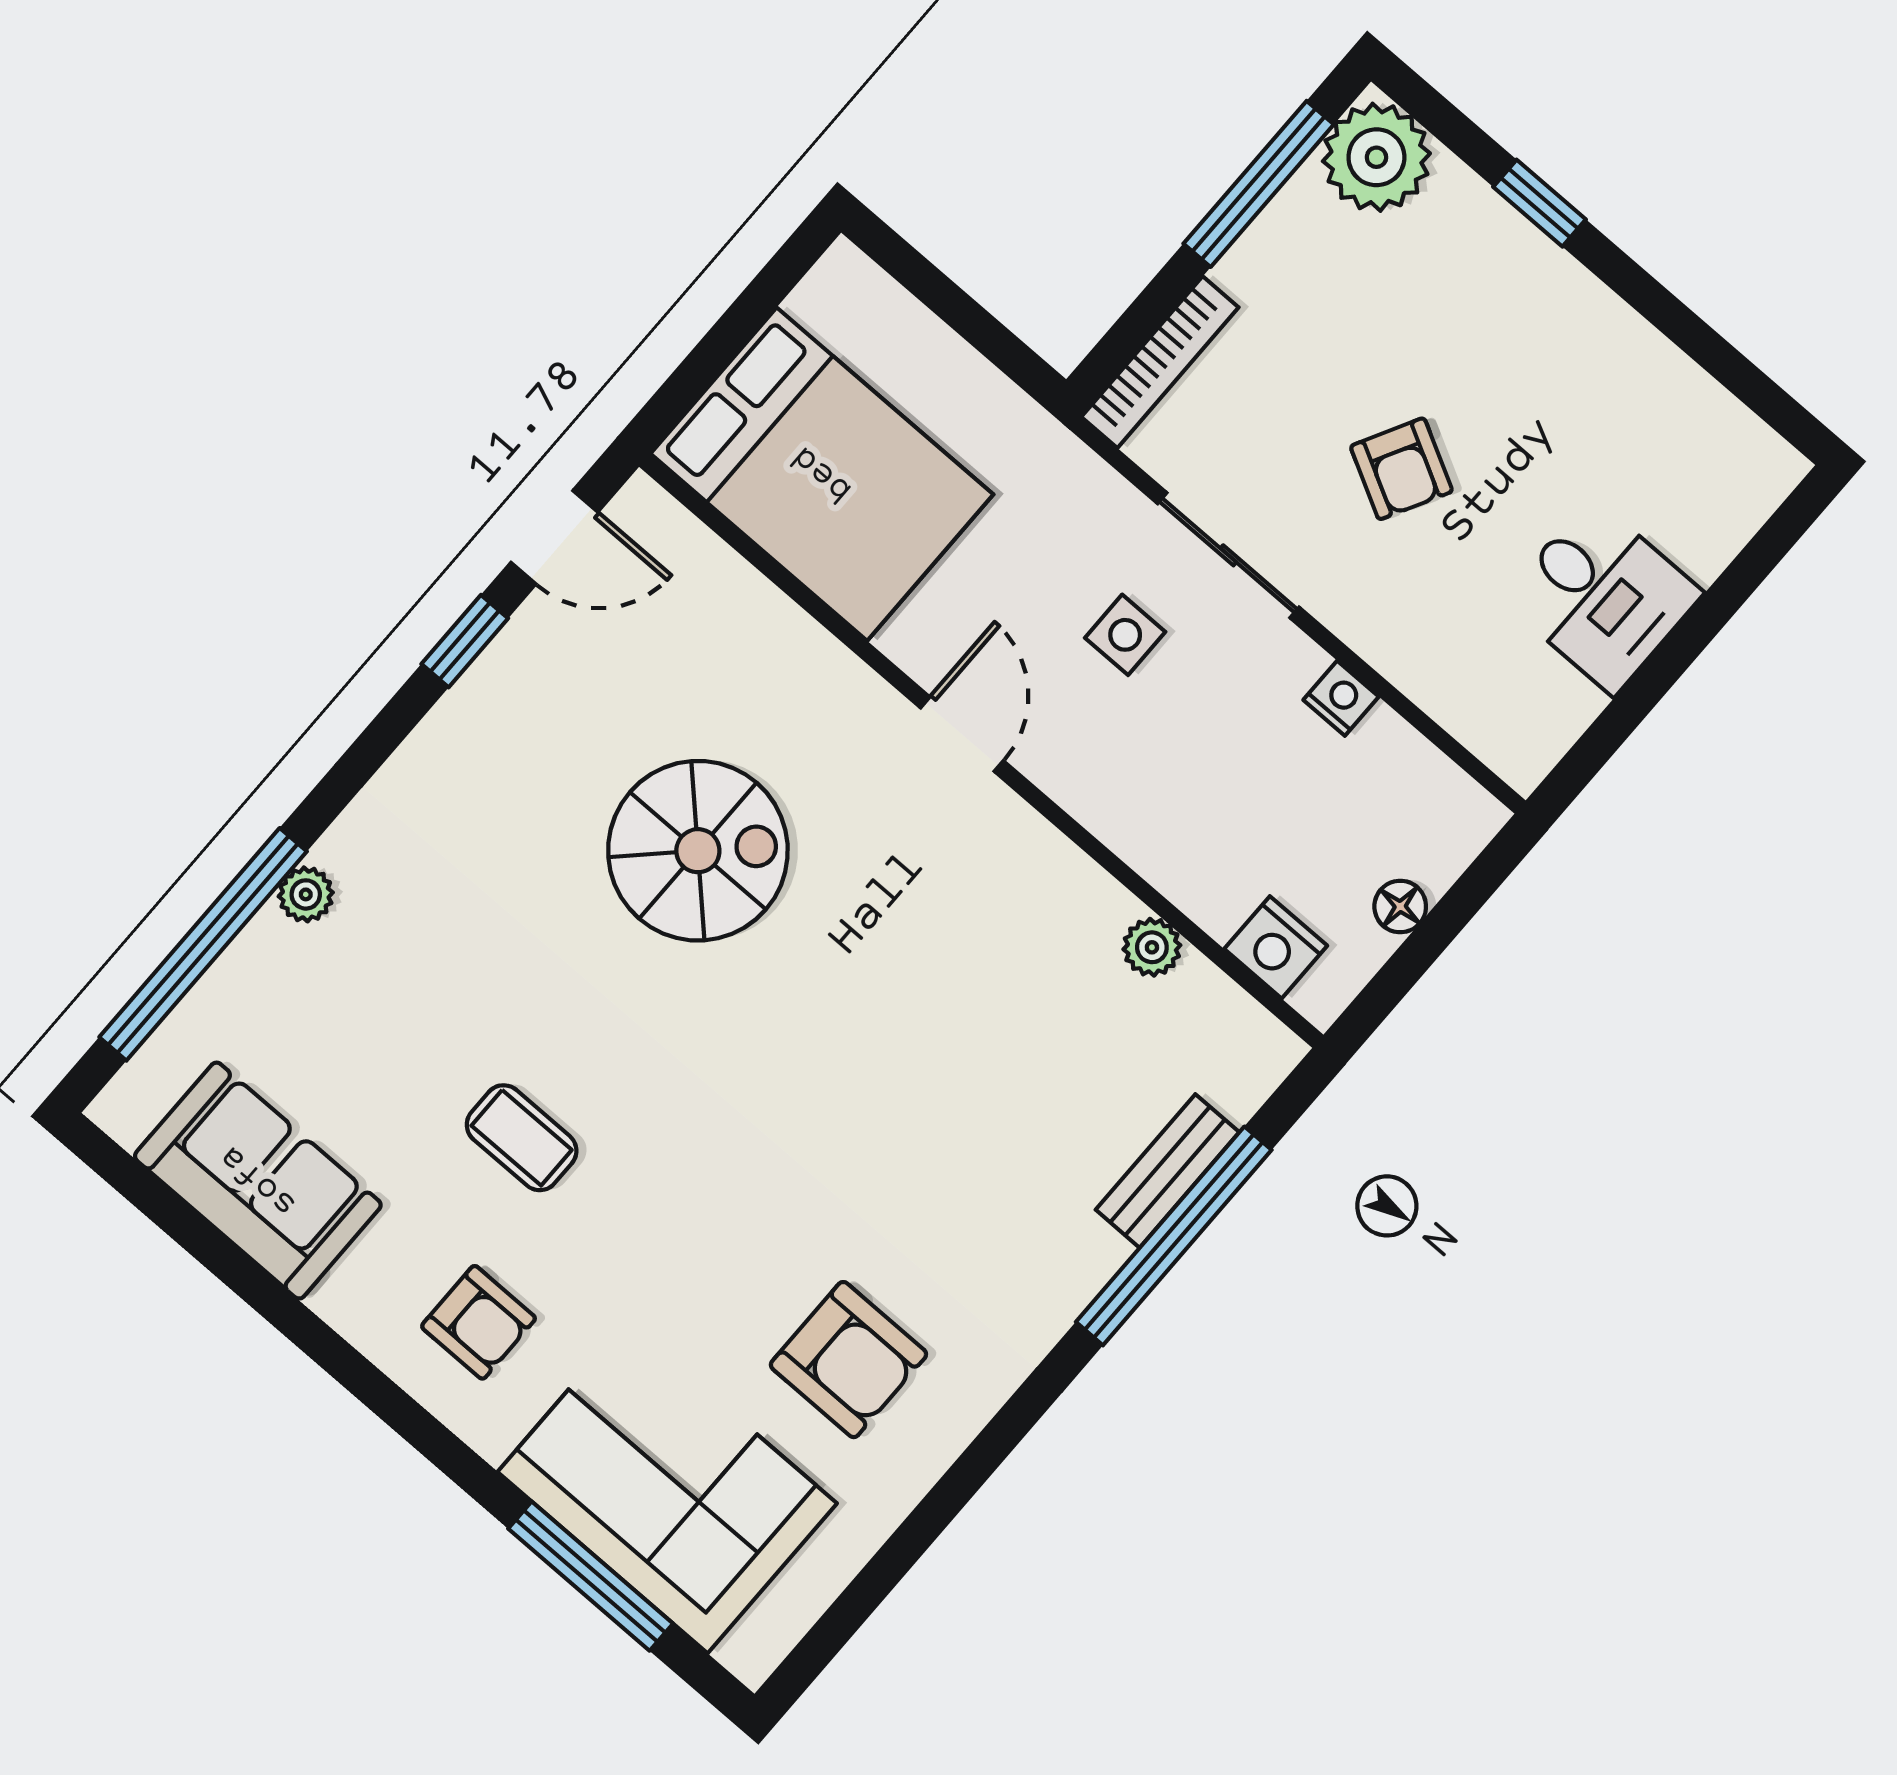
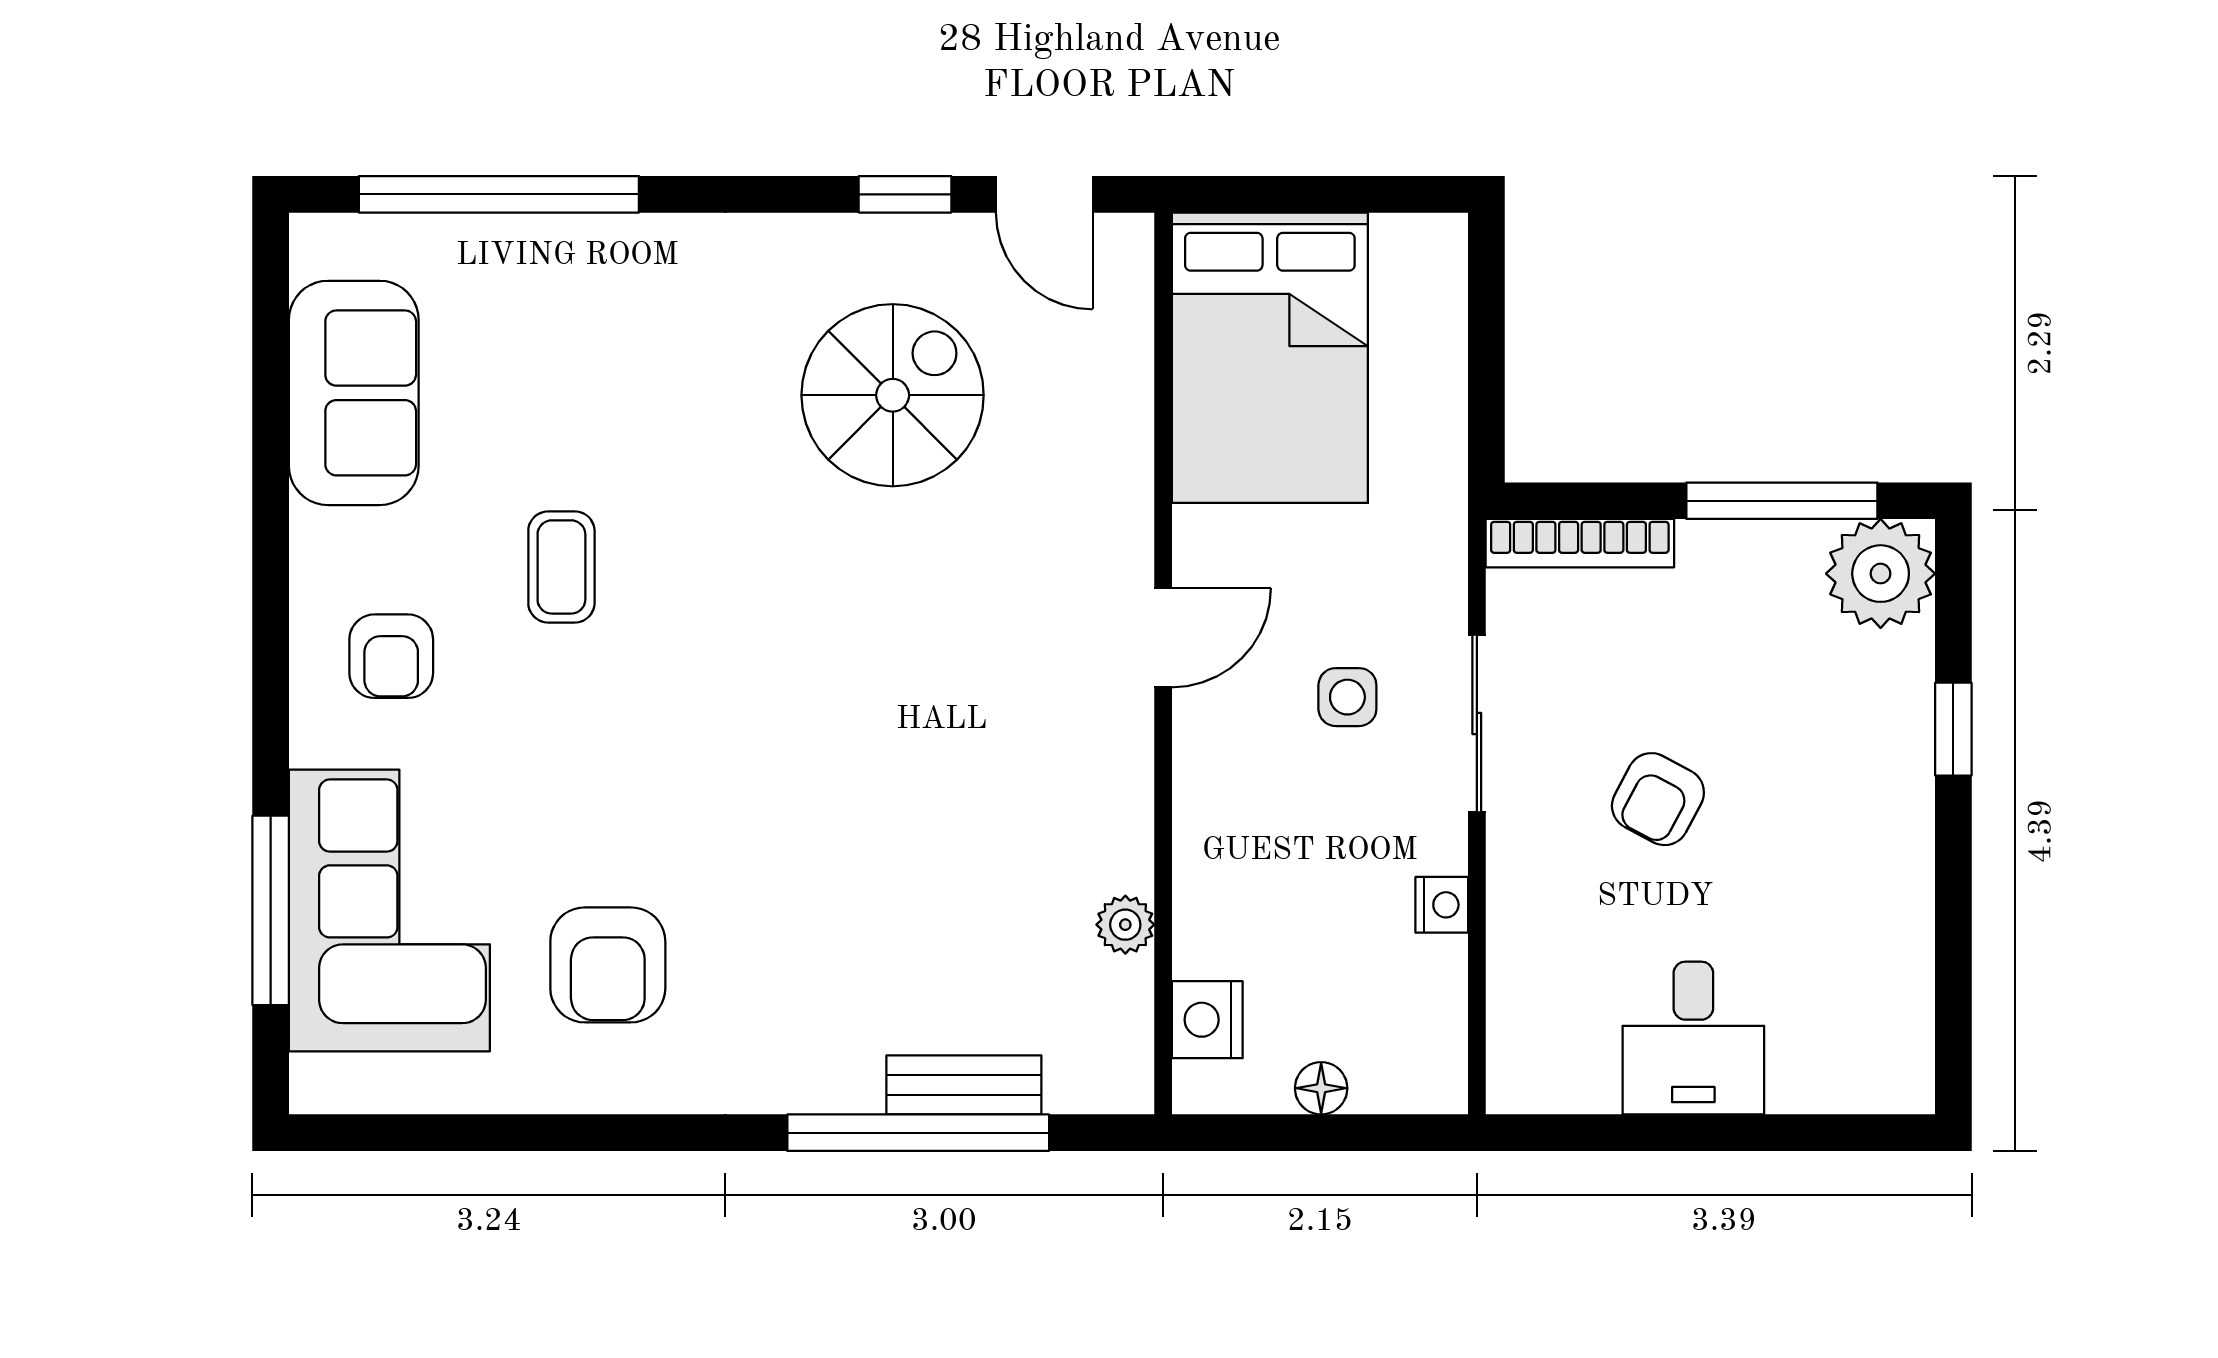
spiral stairs: (698, 851) -> (893, 395), moved, turned -90
plant: (306, 894) -> (605, 240), removed

